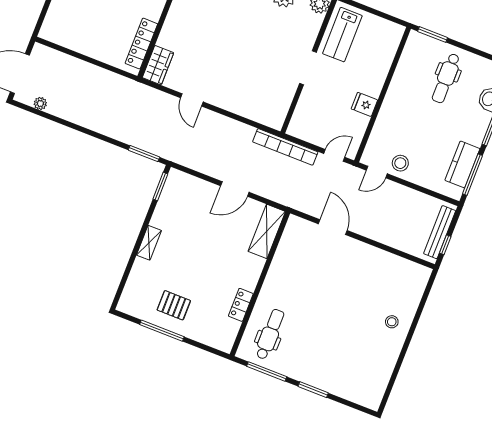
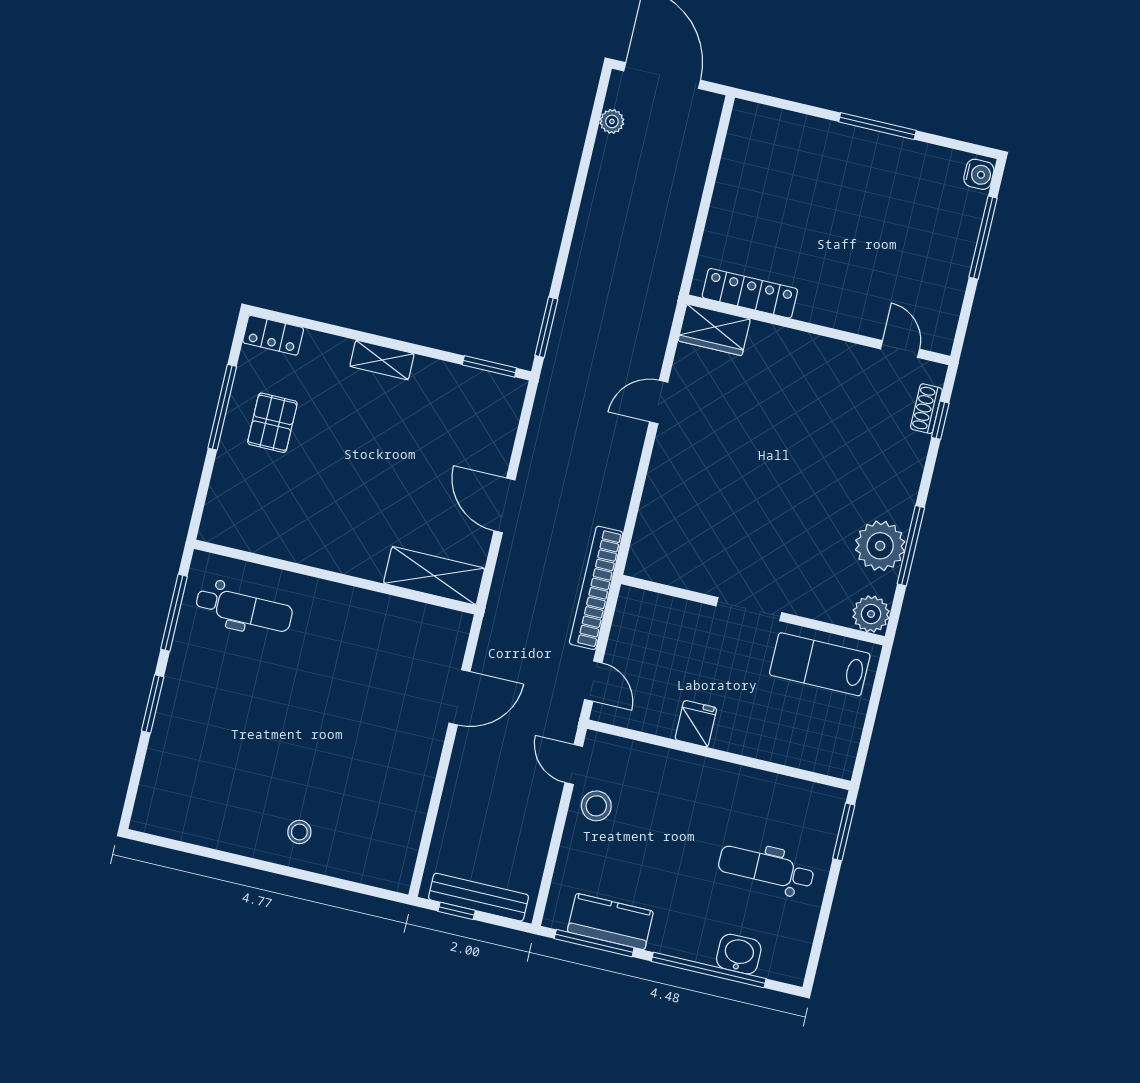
locker: (241, 305) -> (273, 335), moved, turned 180

